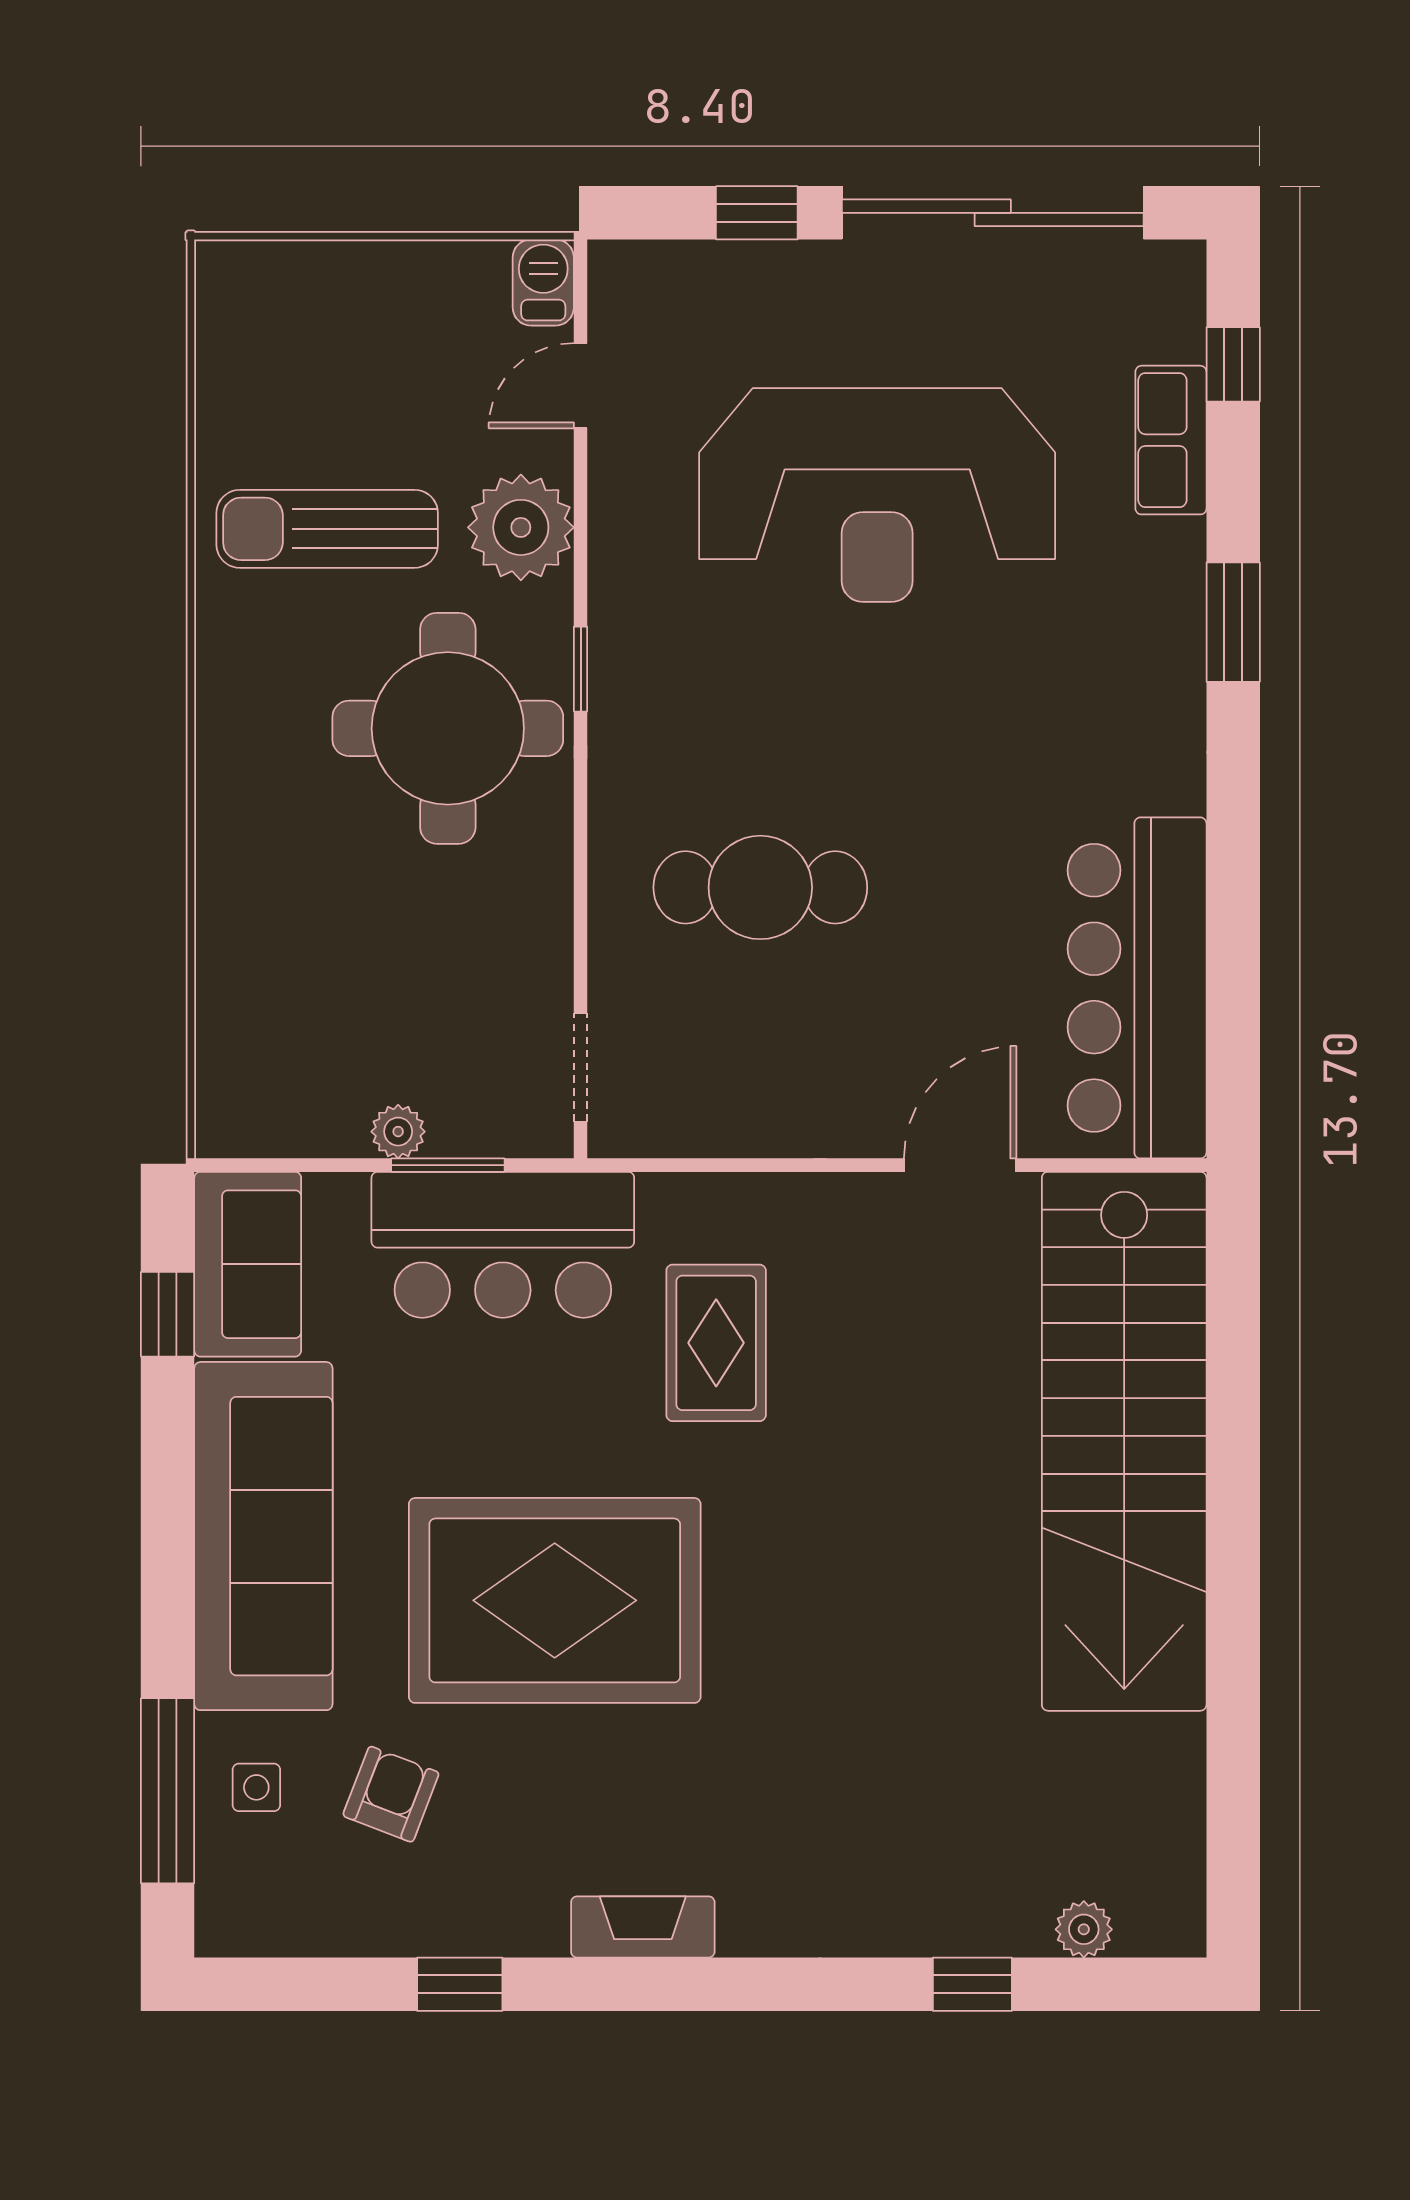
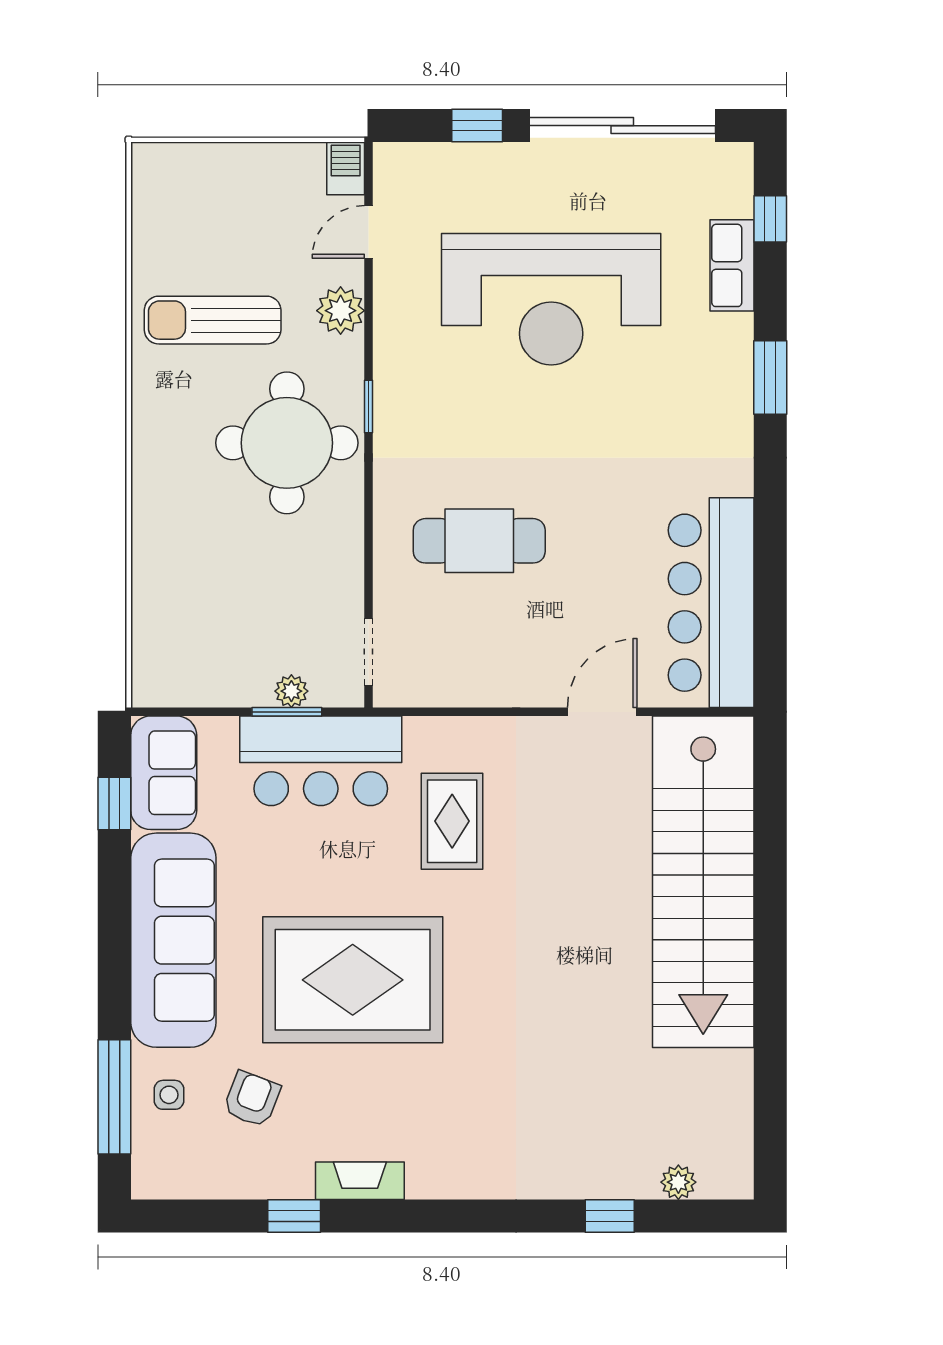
plant: (521, 527) -> (341, 311), width x0.73, depth x0.73
plant: (398, 1132) -> (291, 691), moved
fireplace: (643, 1927) -> (360, 1181), moved

